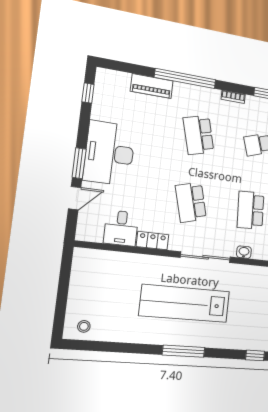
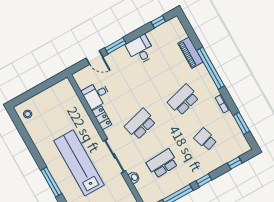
desk: (109, 153) -> (140, 50), width x0.53, depth x0.77

